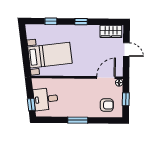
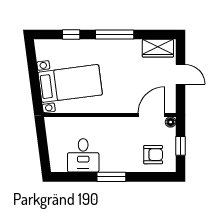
window: (81, 22) -> (115, 35), width x2.17
desk: (46, 99) -> (83, 155), moved, turned -83
window: (31, 105) -> (44, 155), removed

